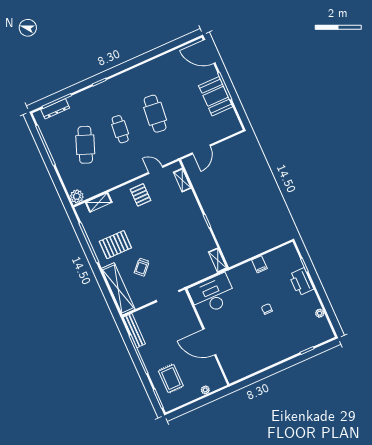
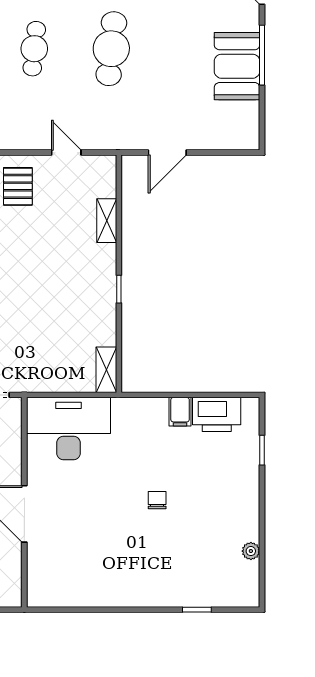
shelving: (182, 180) -> (107, 221), moved
printer: (301, 282) -> (217, 414), moved, turned -90

